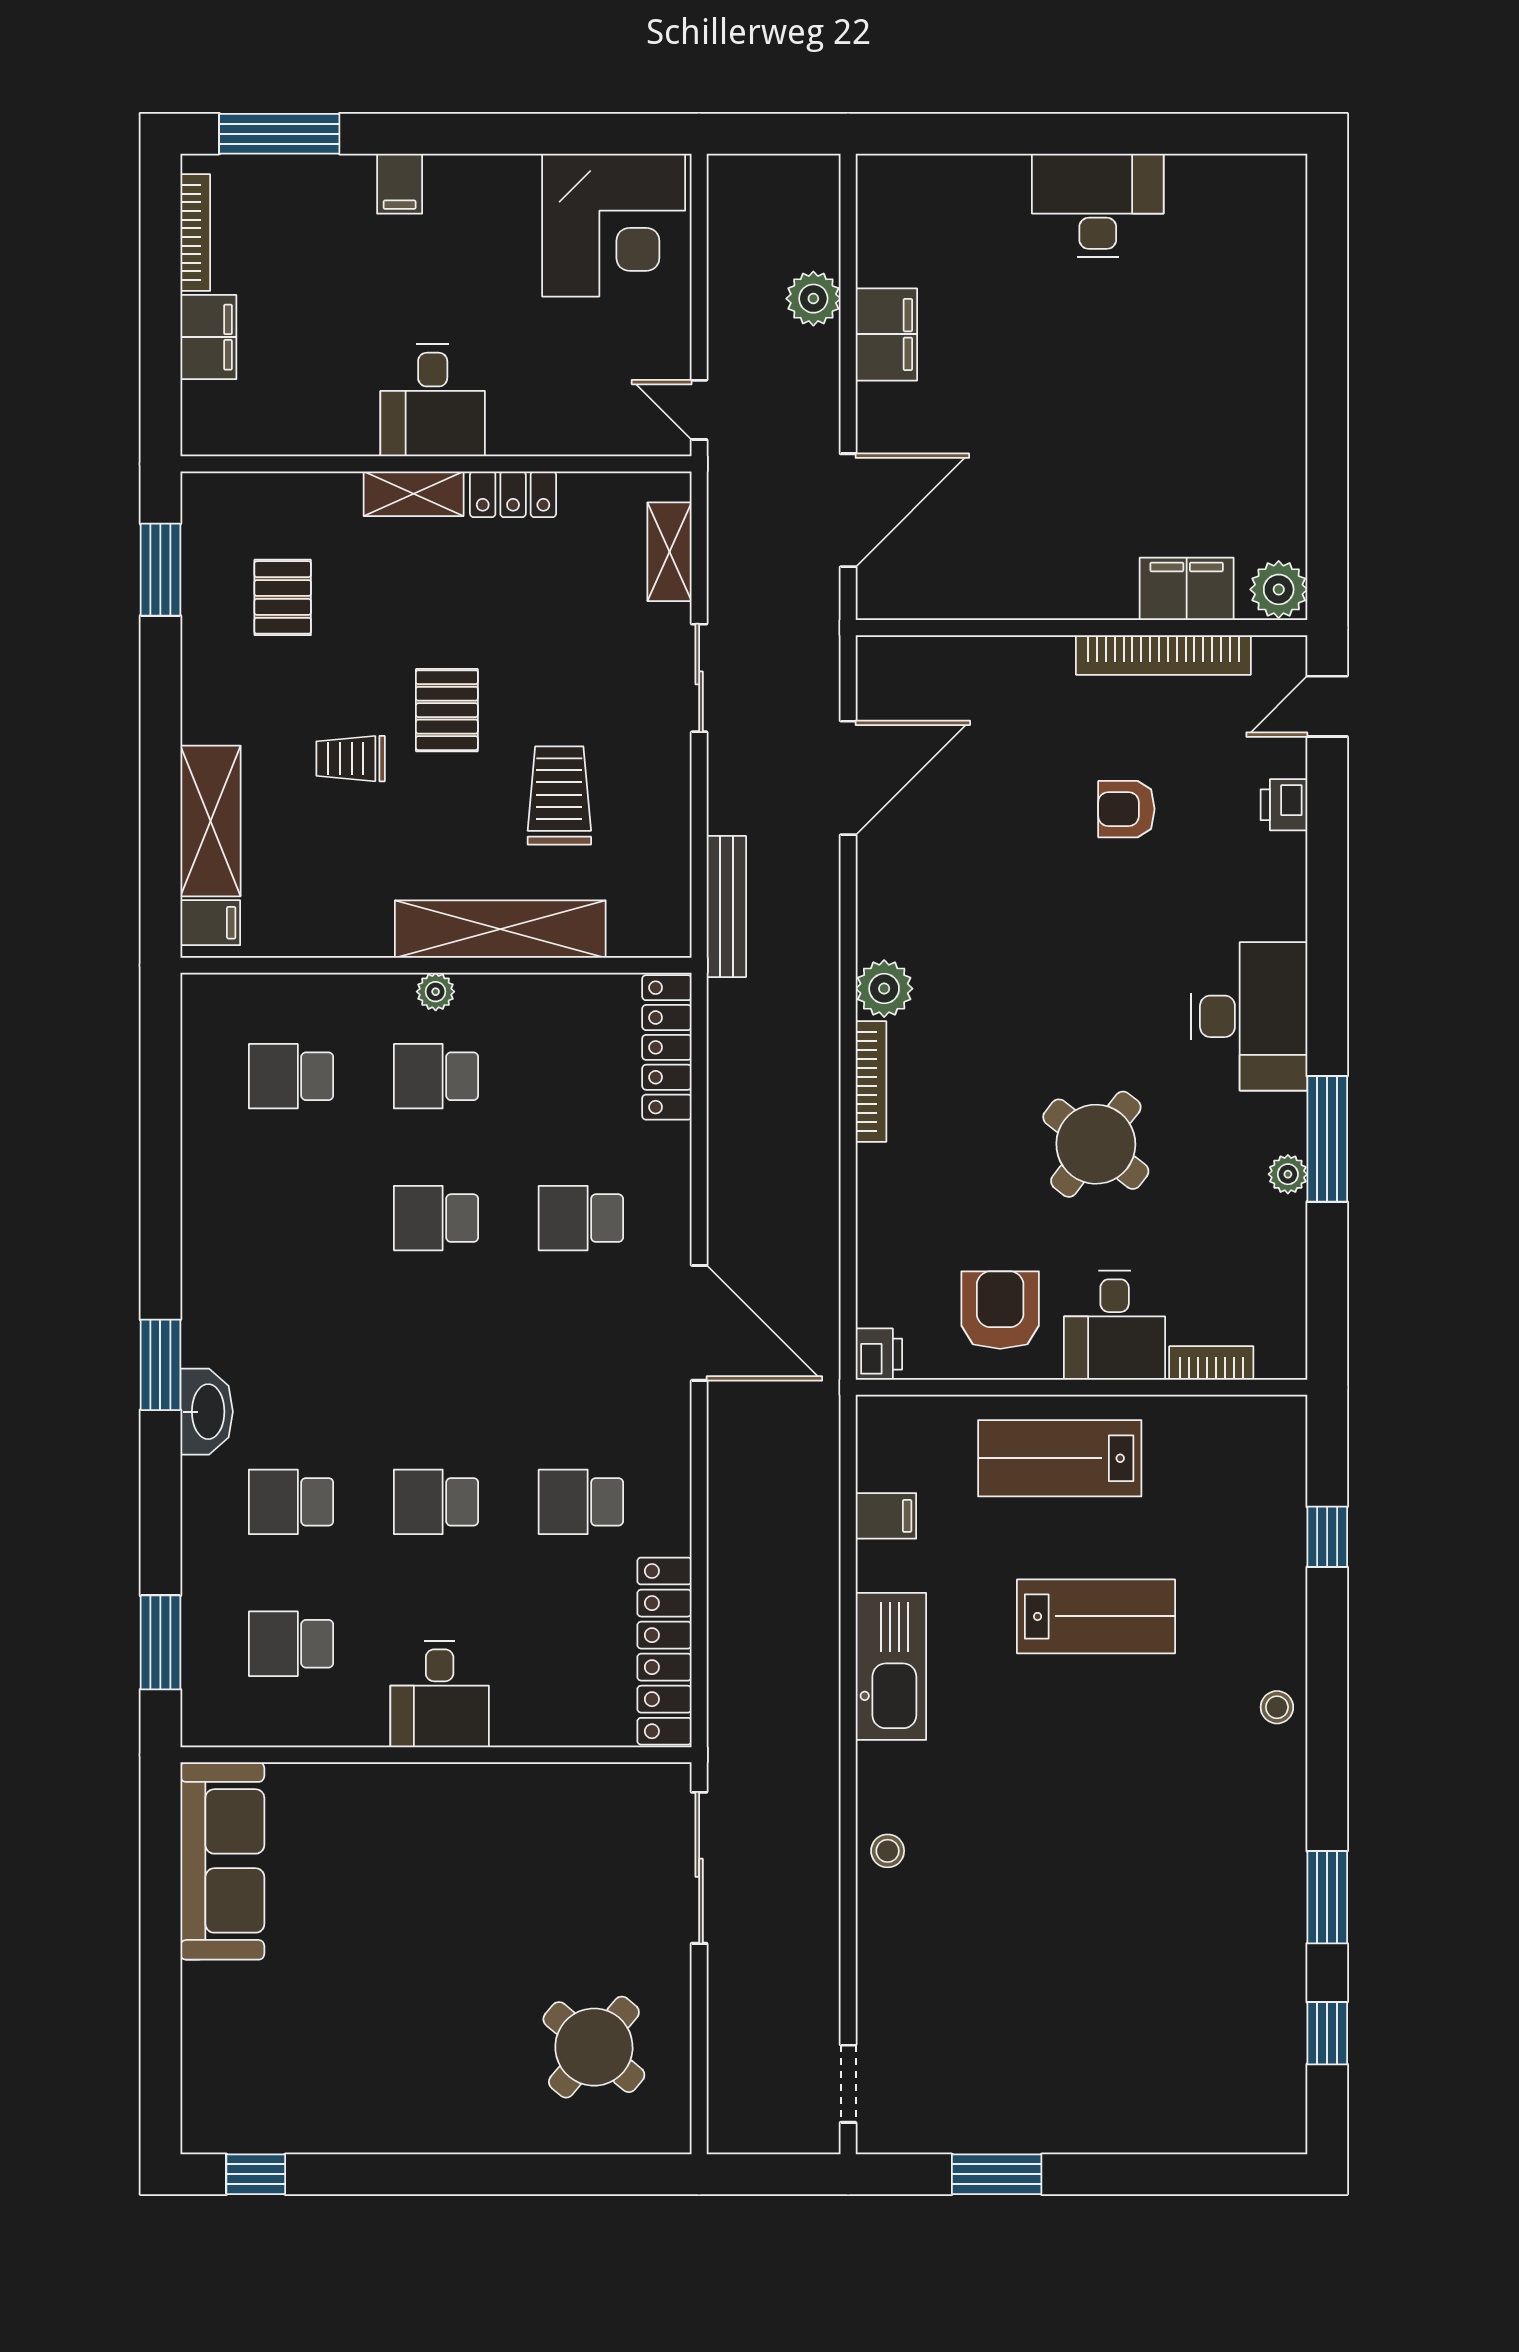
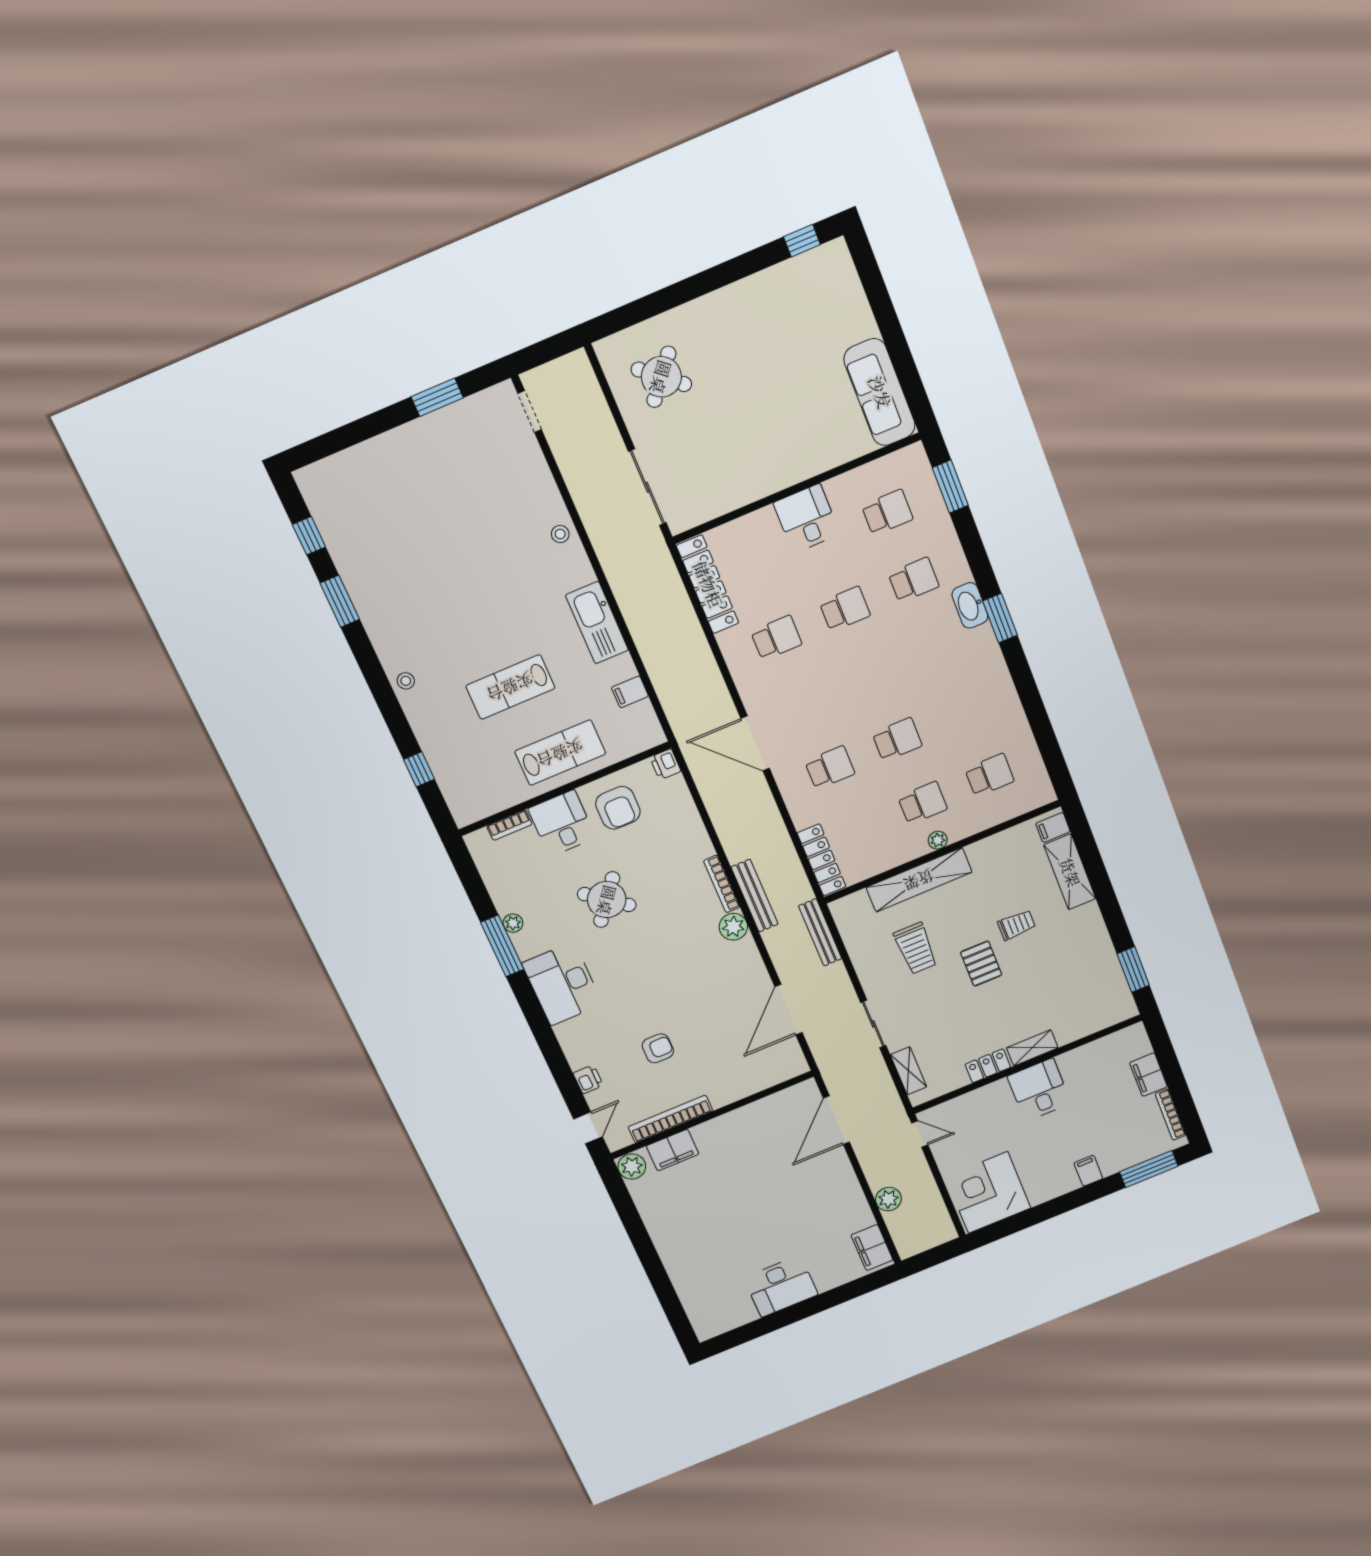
filing cabinet: (886, 334) -> (872, 1248), moved
pallet: (283, 597) -> (1074, 981), removed
bench: (820, 1032) -> (755, 896), added

